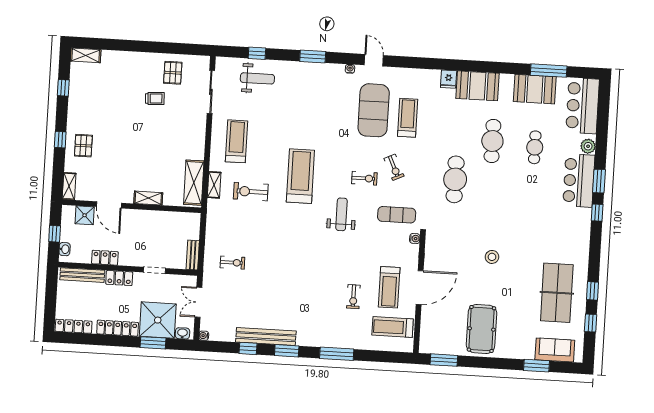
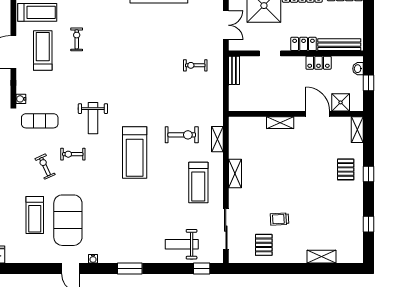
window: (257, 53) -> (202, 269), moved
shelving: (86, 55) -> (322, 257), moved
shelving: (194, 183) -> (235, 174), moved, width x0.67, depth x0.75

